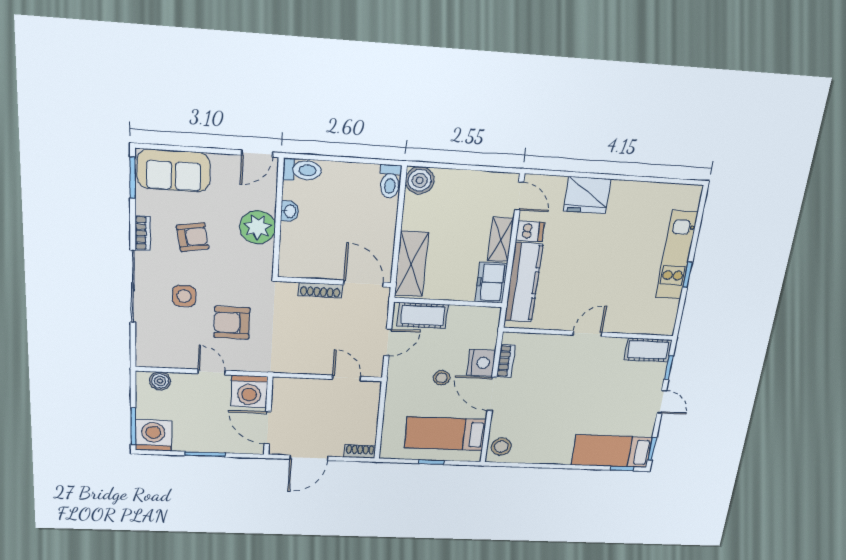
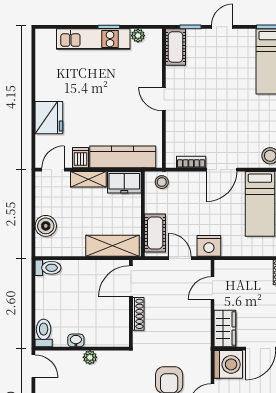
boiler: (420, 180) -> (46, 226), moved
plant: (258, 227) -> (90, 357), width x0.53, depth x0.53
plant: (670, 308) -> (138, 36), added
nightstand: (481, 363) -> (209, 246), moved, turned 180
stool: (442, 378) -> (162, 182), moved
wardrobe: (295, 390) -> (225, 329), added

